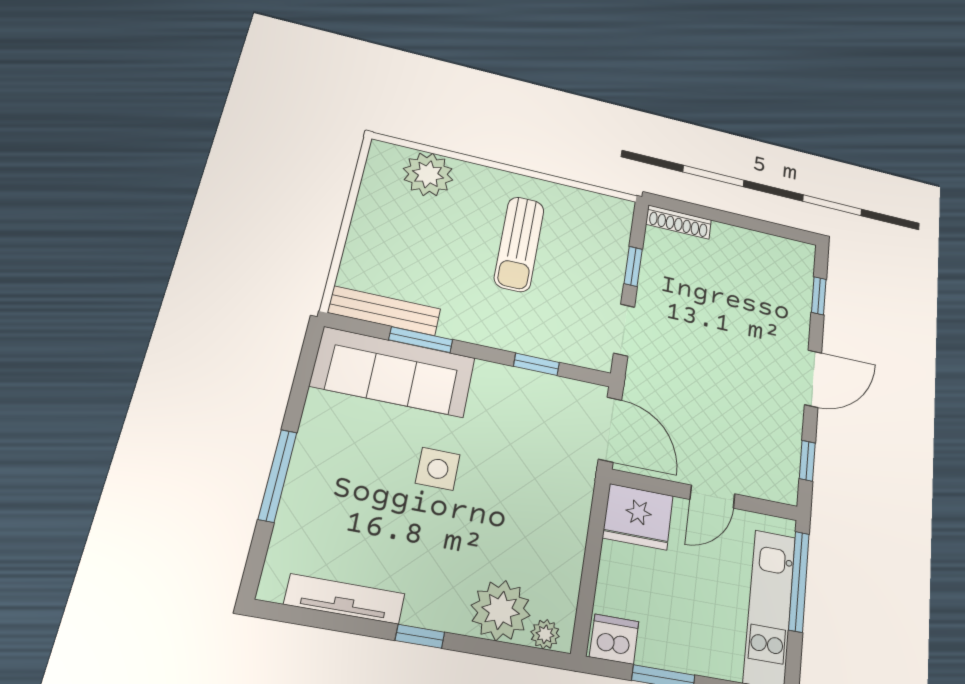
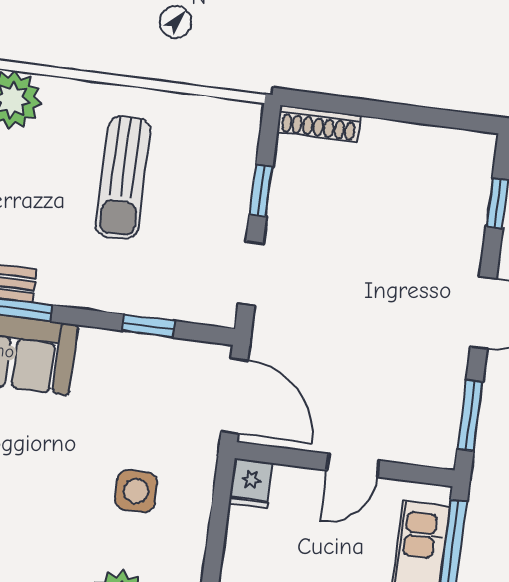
window: (807, 461) -> (470, 415), width x1.50
side table: (438, 469) -> (136, 491), moved
fridge: (638, 517) -> (251, 483), width x0.53, depth x0.75

